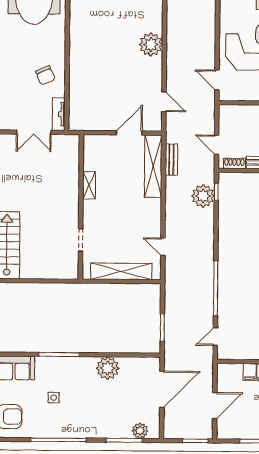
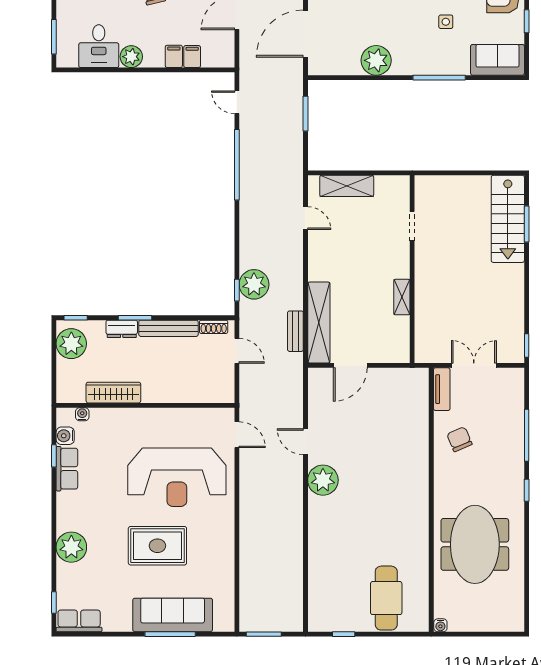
door: (164, 102) -> (305, 442), moved
shelving: (121, 271) -> (347, 186), width x0.68
door: (215, 337) -> (237, 102), swing flipped

